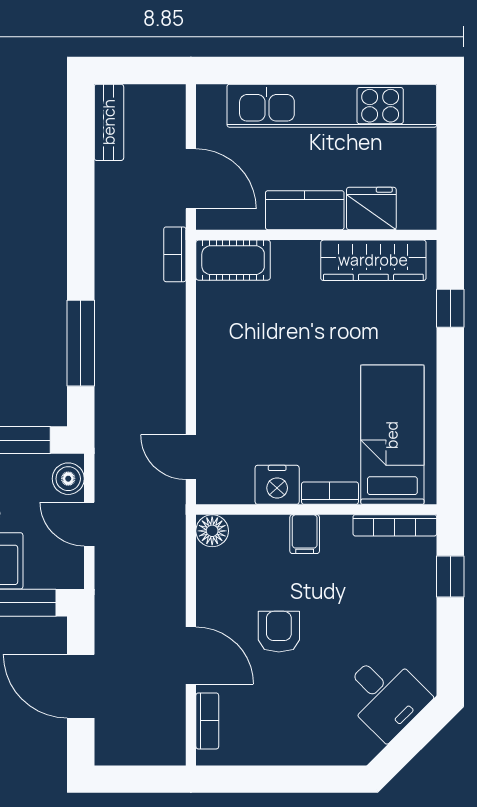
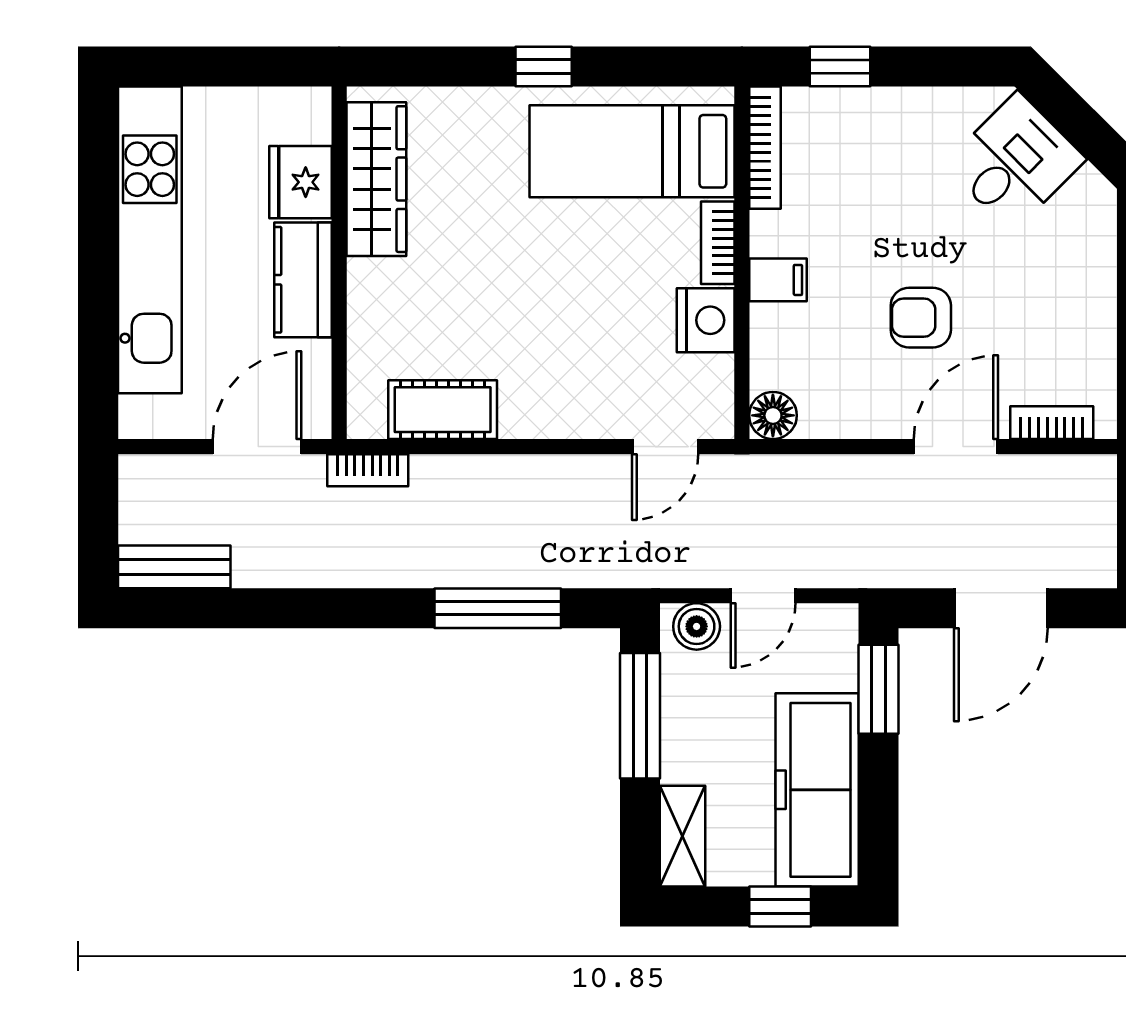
cot: (233, 260) -> (443, 410), moved, turned 90
window: (450, 308) -> (544, 66), moved

